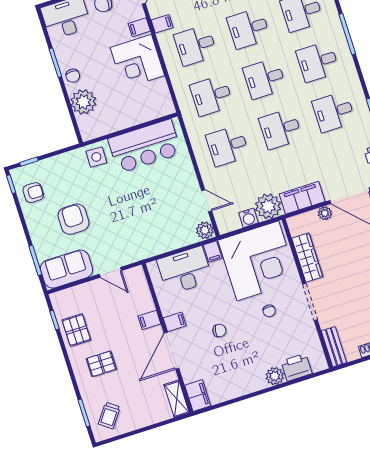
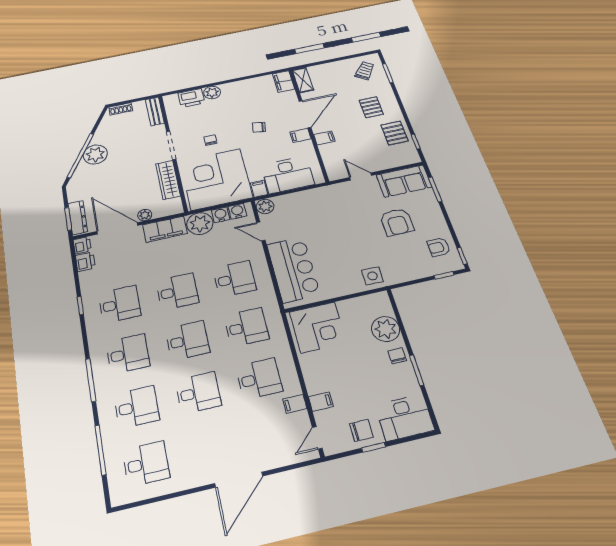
corner desk: (137, 62) -> (318, 327), moved, turned 90
bar counter: (145, 146) -> (293, 269), moved, turned 90
water cooler: (232, 223) -> (237, 211), added
pallet: (101, 364) -> (371, 107), turned 90

